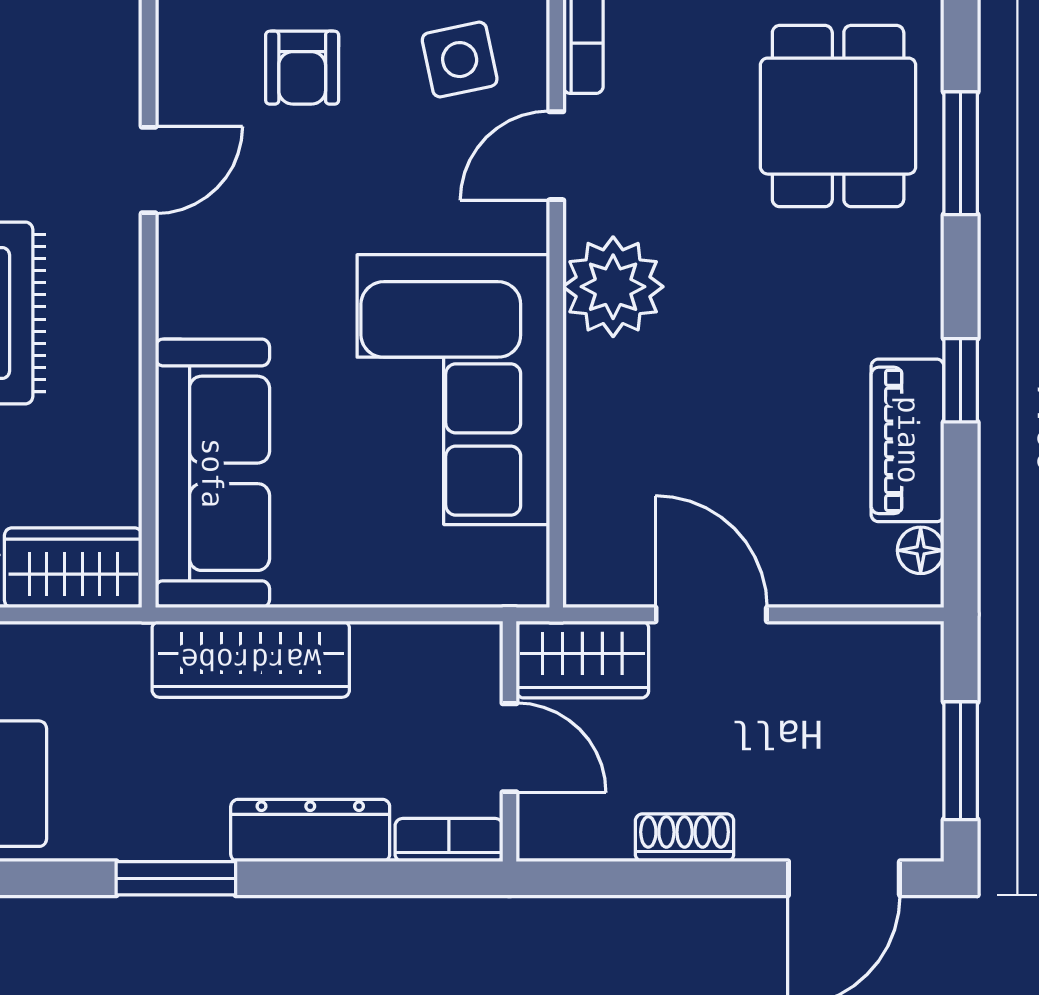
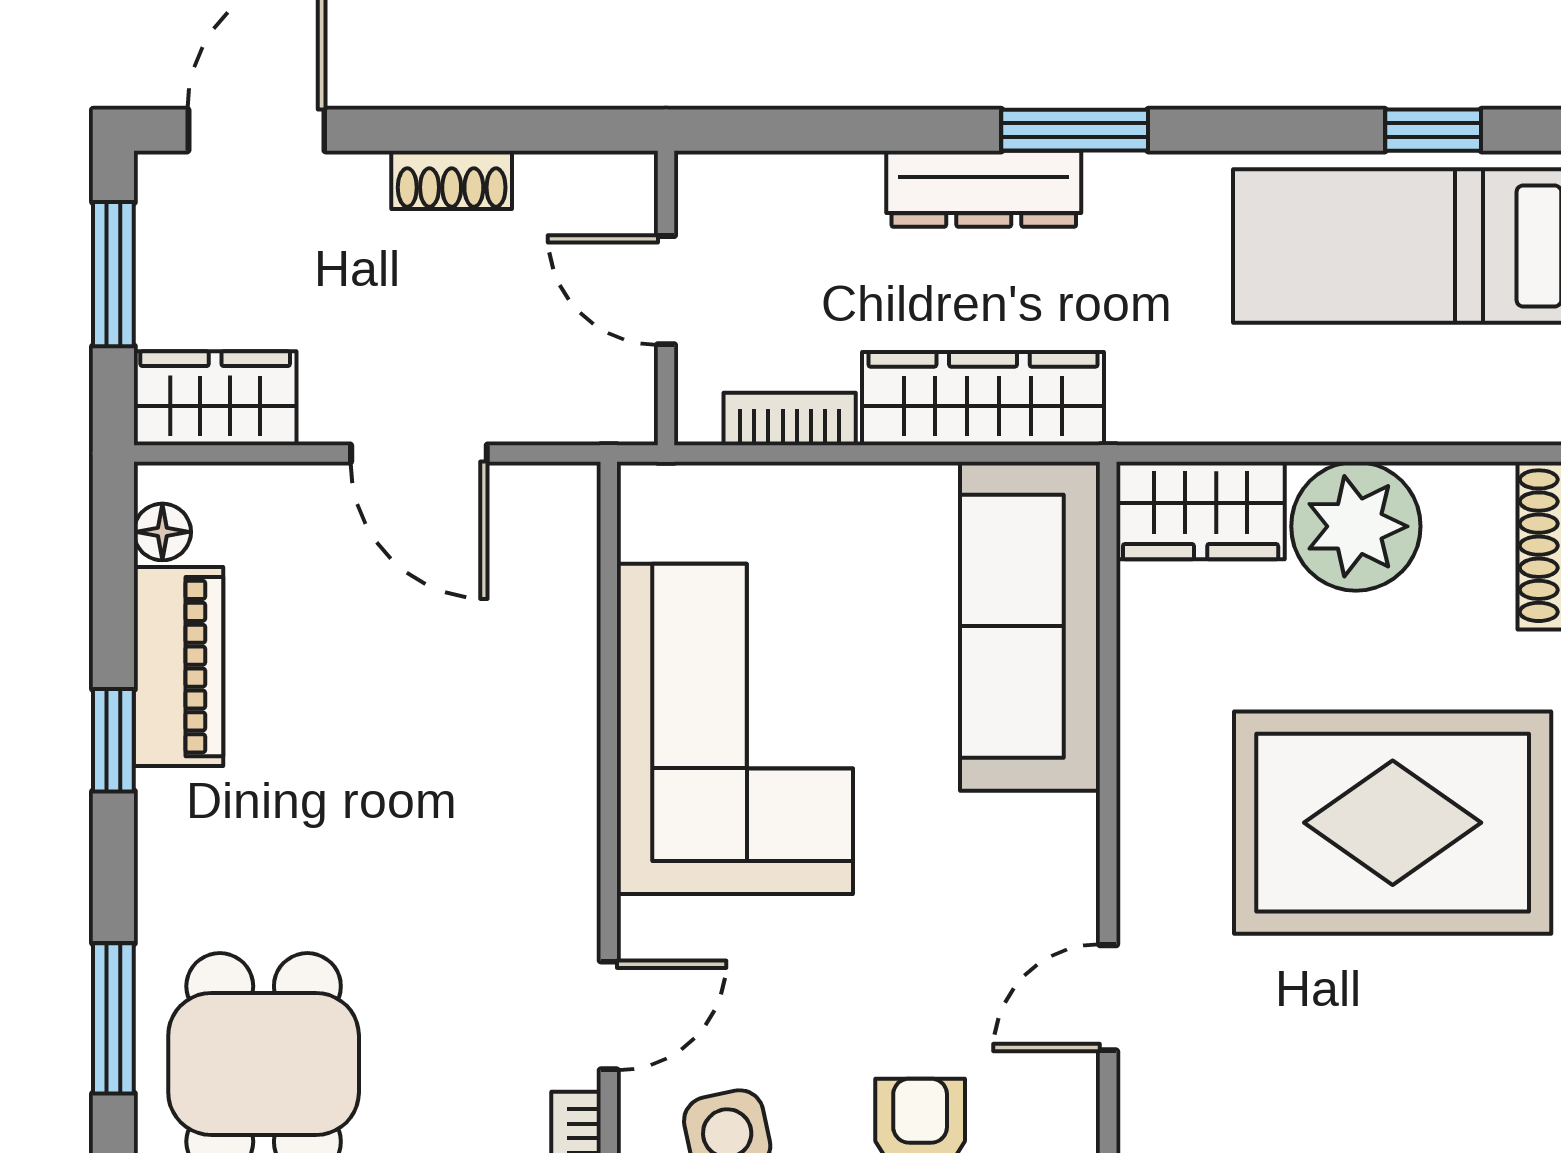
plant: (613, 287) -> (539, 855), removed
wardrobe: (582, 659) -> (215, 398), moved
dresser: (310, 830) -> (984, 189), moved
bookcase: (449, 840) -> (790, 419), moved, turned 180

